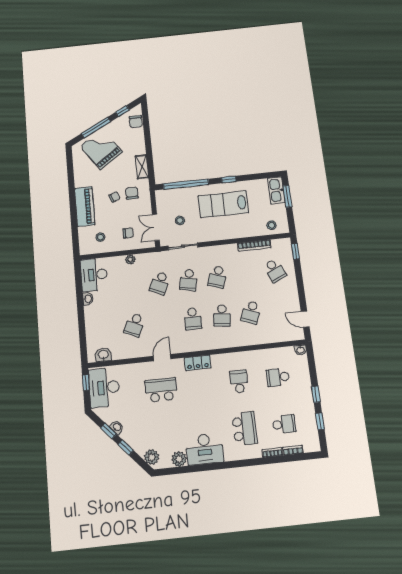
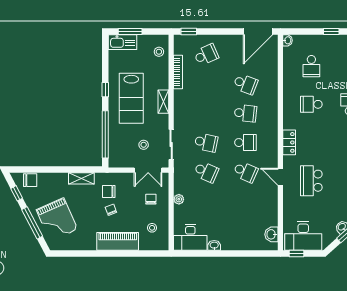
grand piano: (101, 149) -> (57, 220), turned -79
shelving: (224, 235) -> (163, 102), added
school desk: (217, 277) -> (206, 113), removed
door: (305, 319) -> (258, 31), width x1.87
school desk: (134, 325) -> (245, 172), moved

